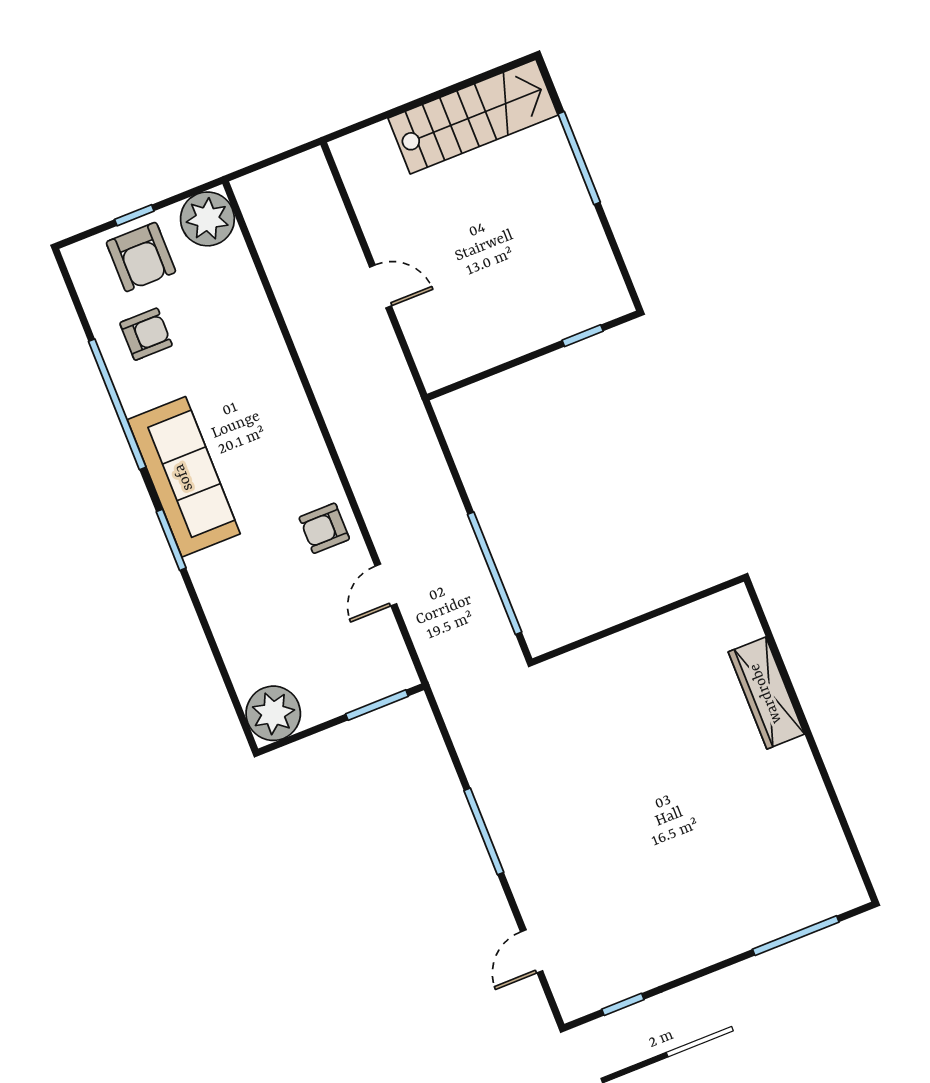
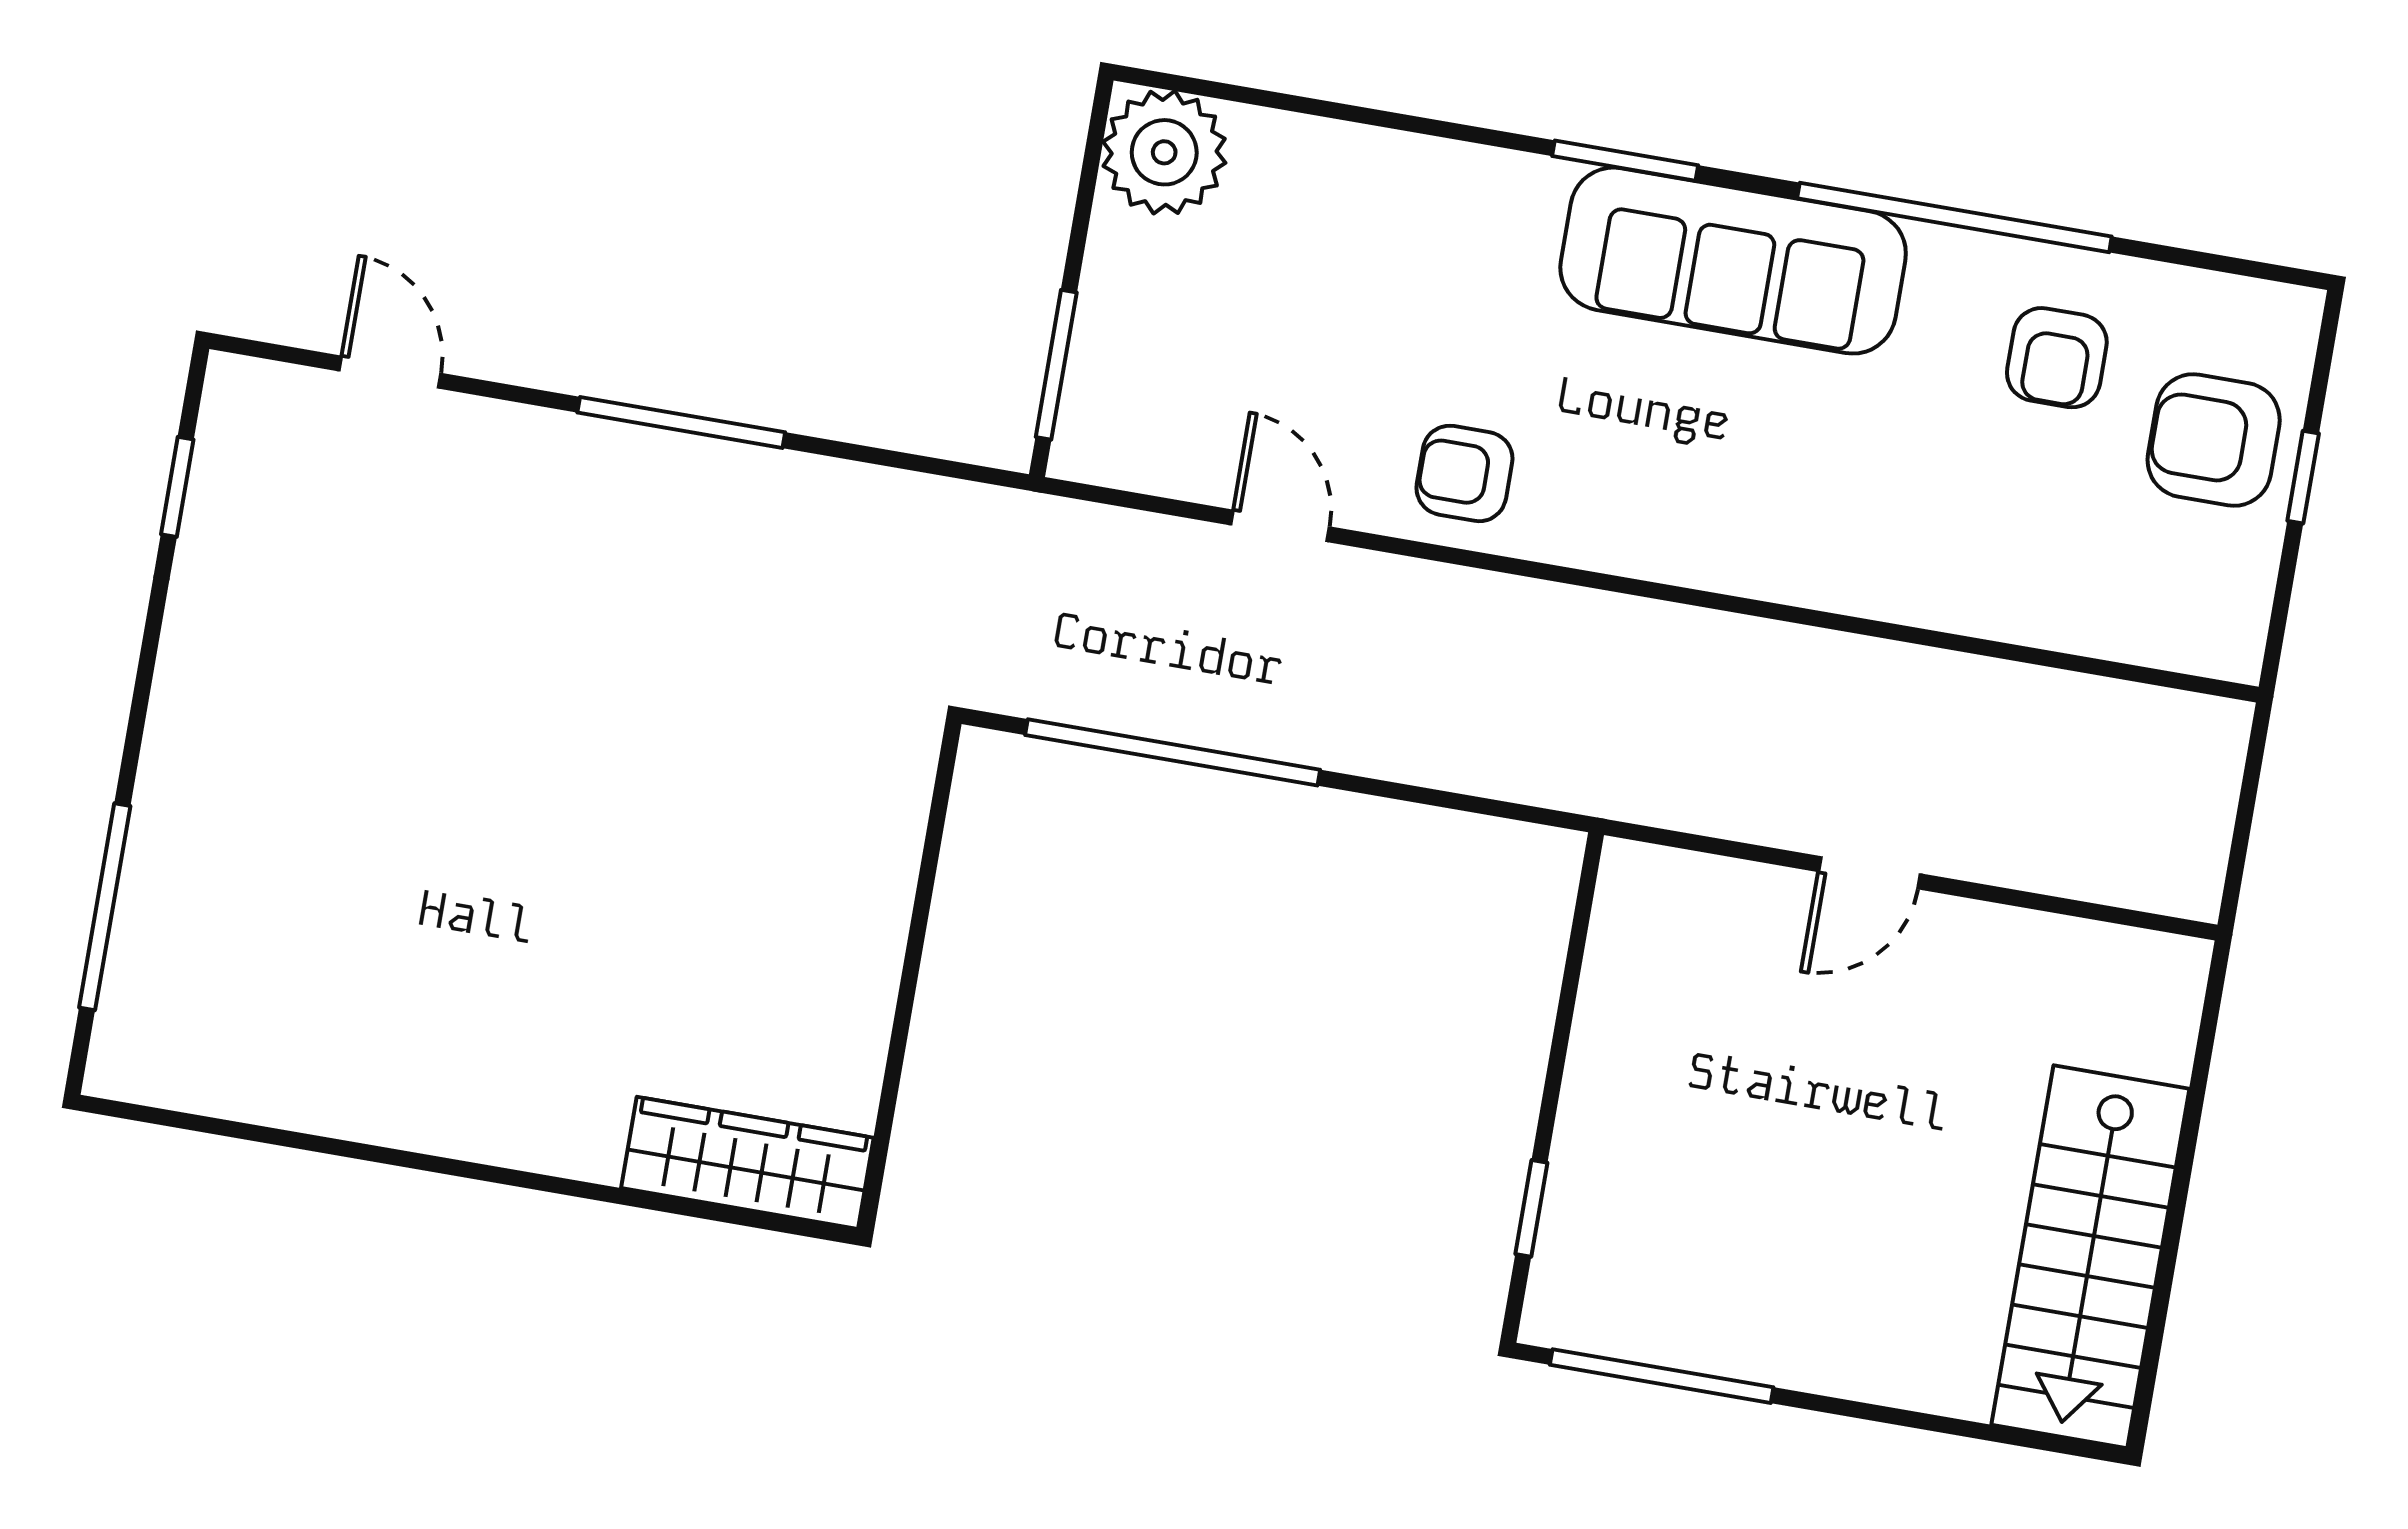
window: (579, 158) -> (1662, 1376), moved
plant: (207, 219) -> (2208, 615), removed
armchair: (324, 528) -> (1464, 473), turned -90
wardrobe: (766, 693) -> (747, 1163), moved

